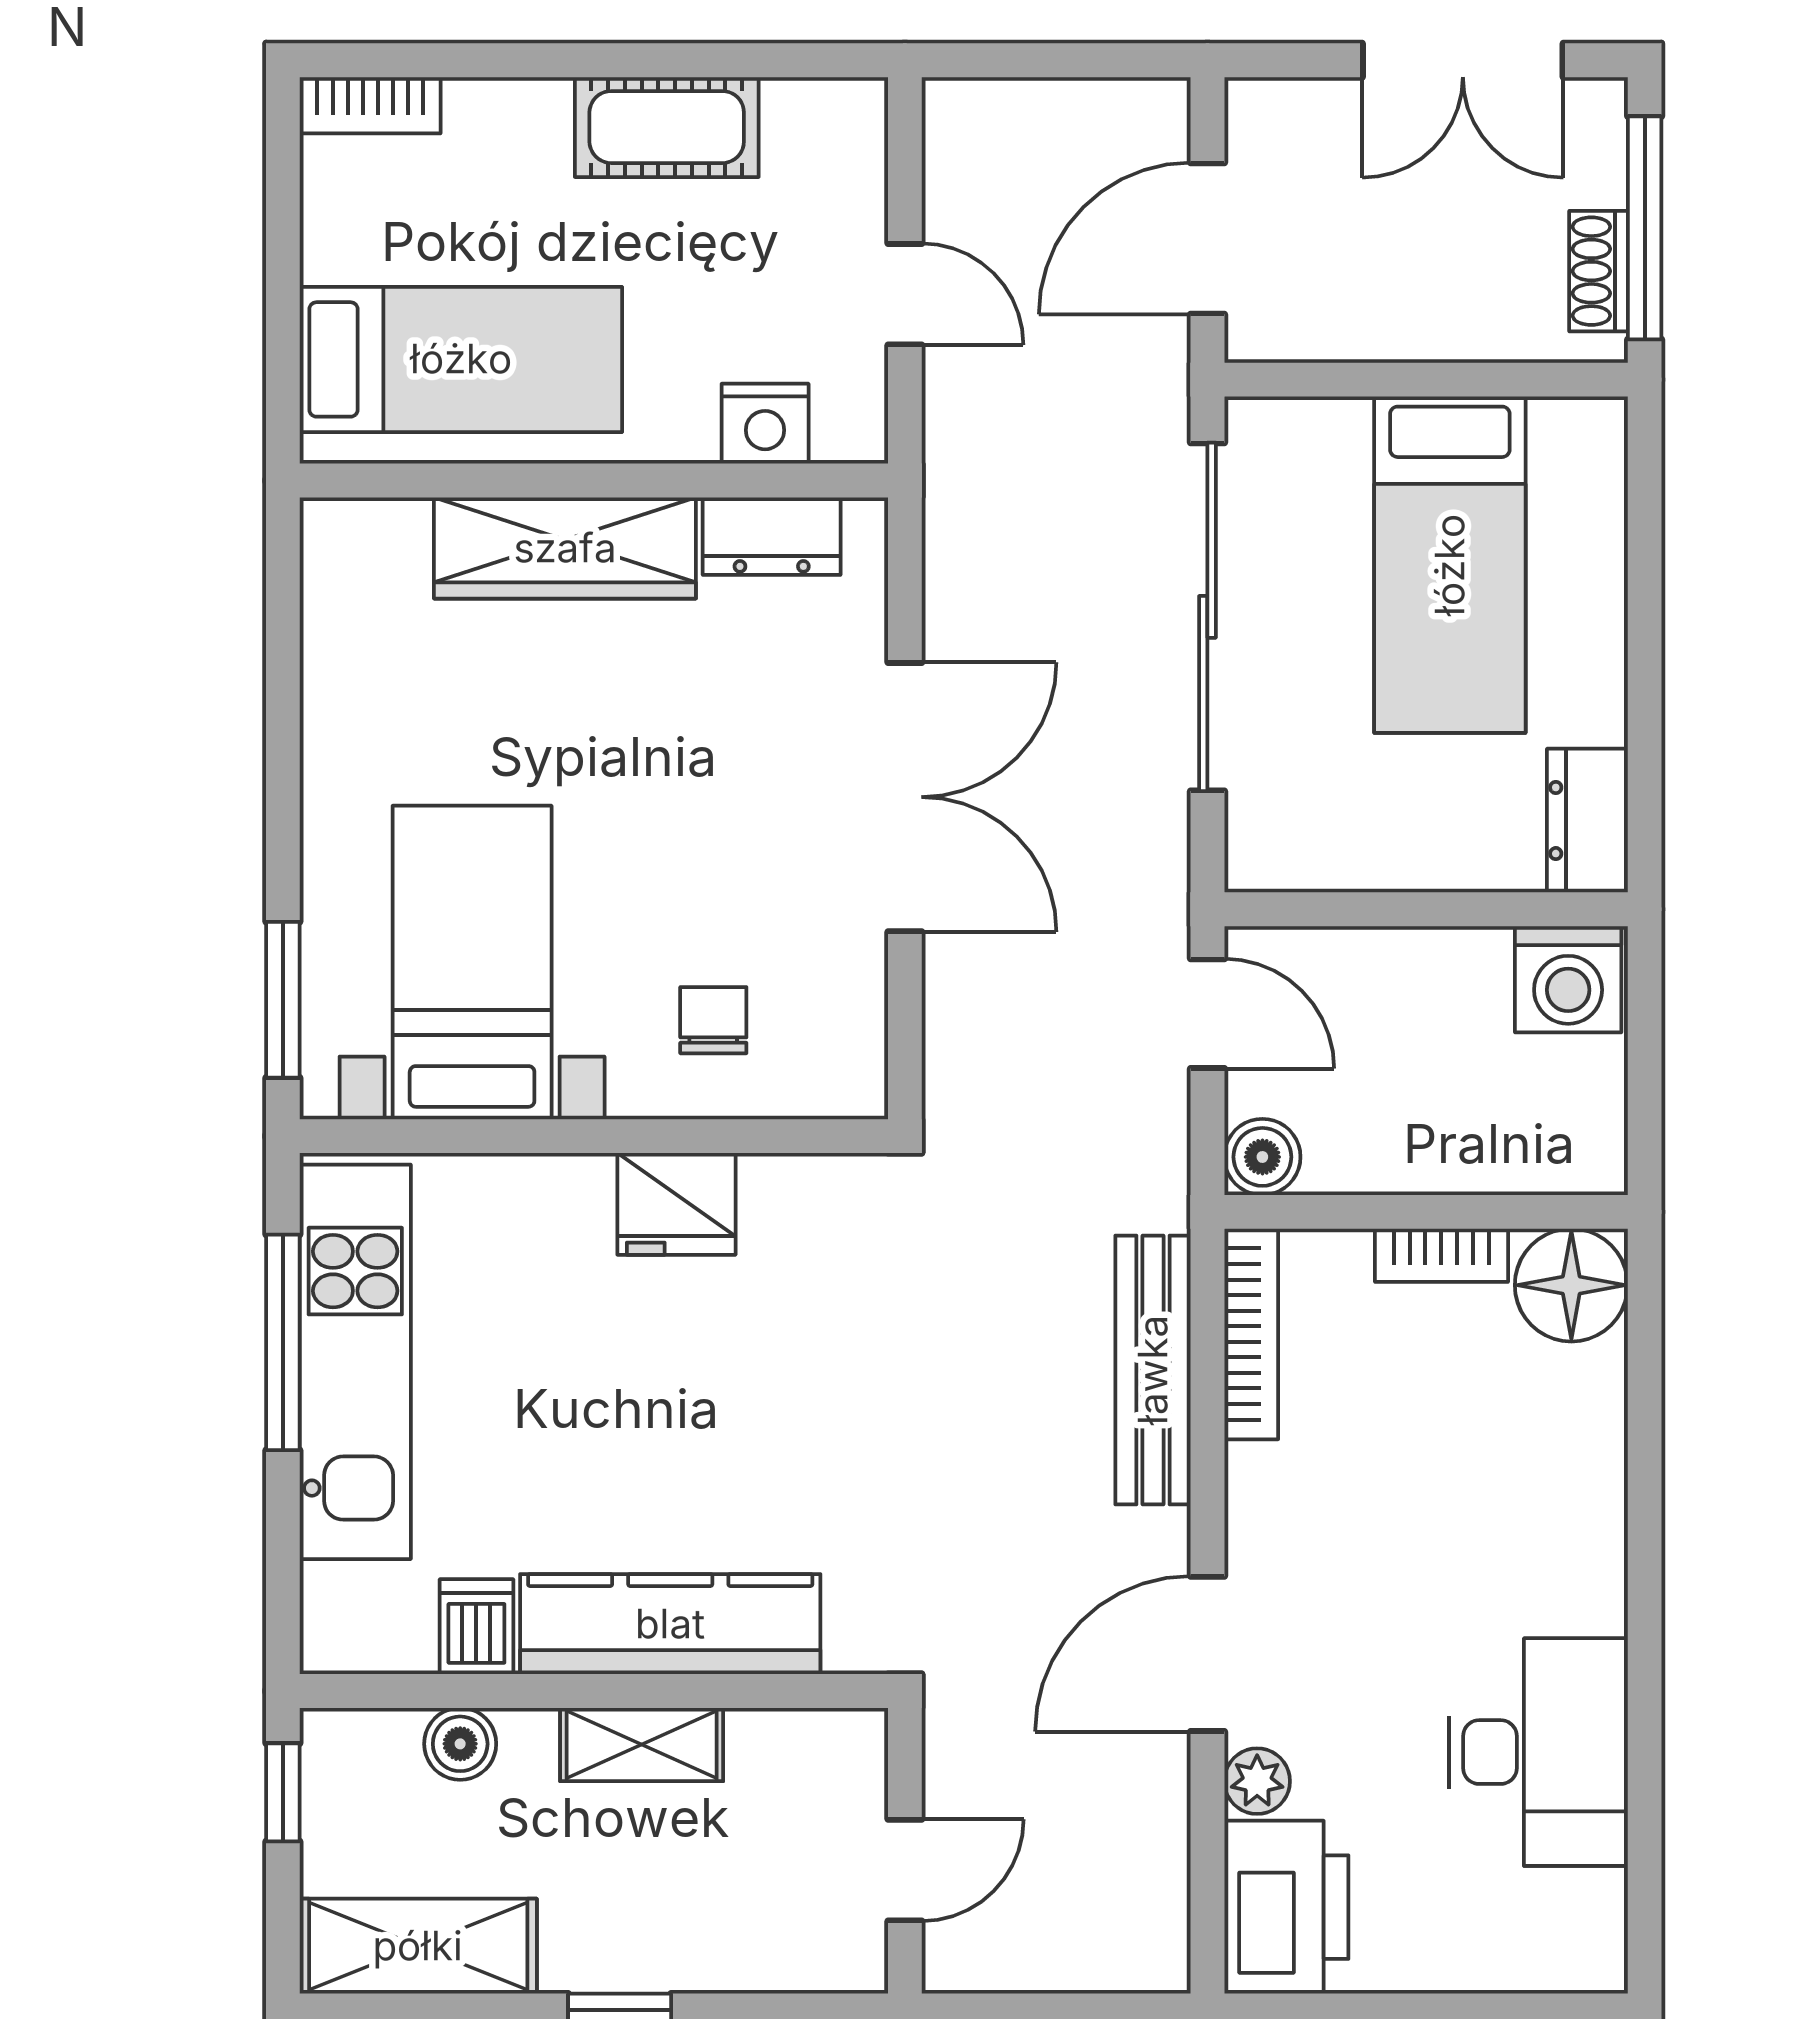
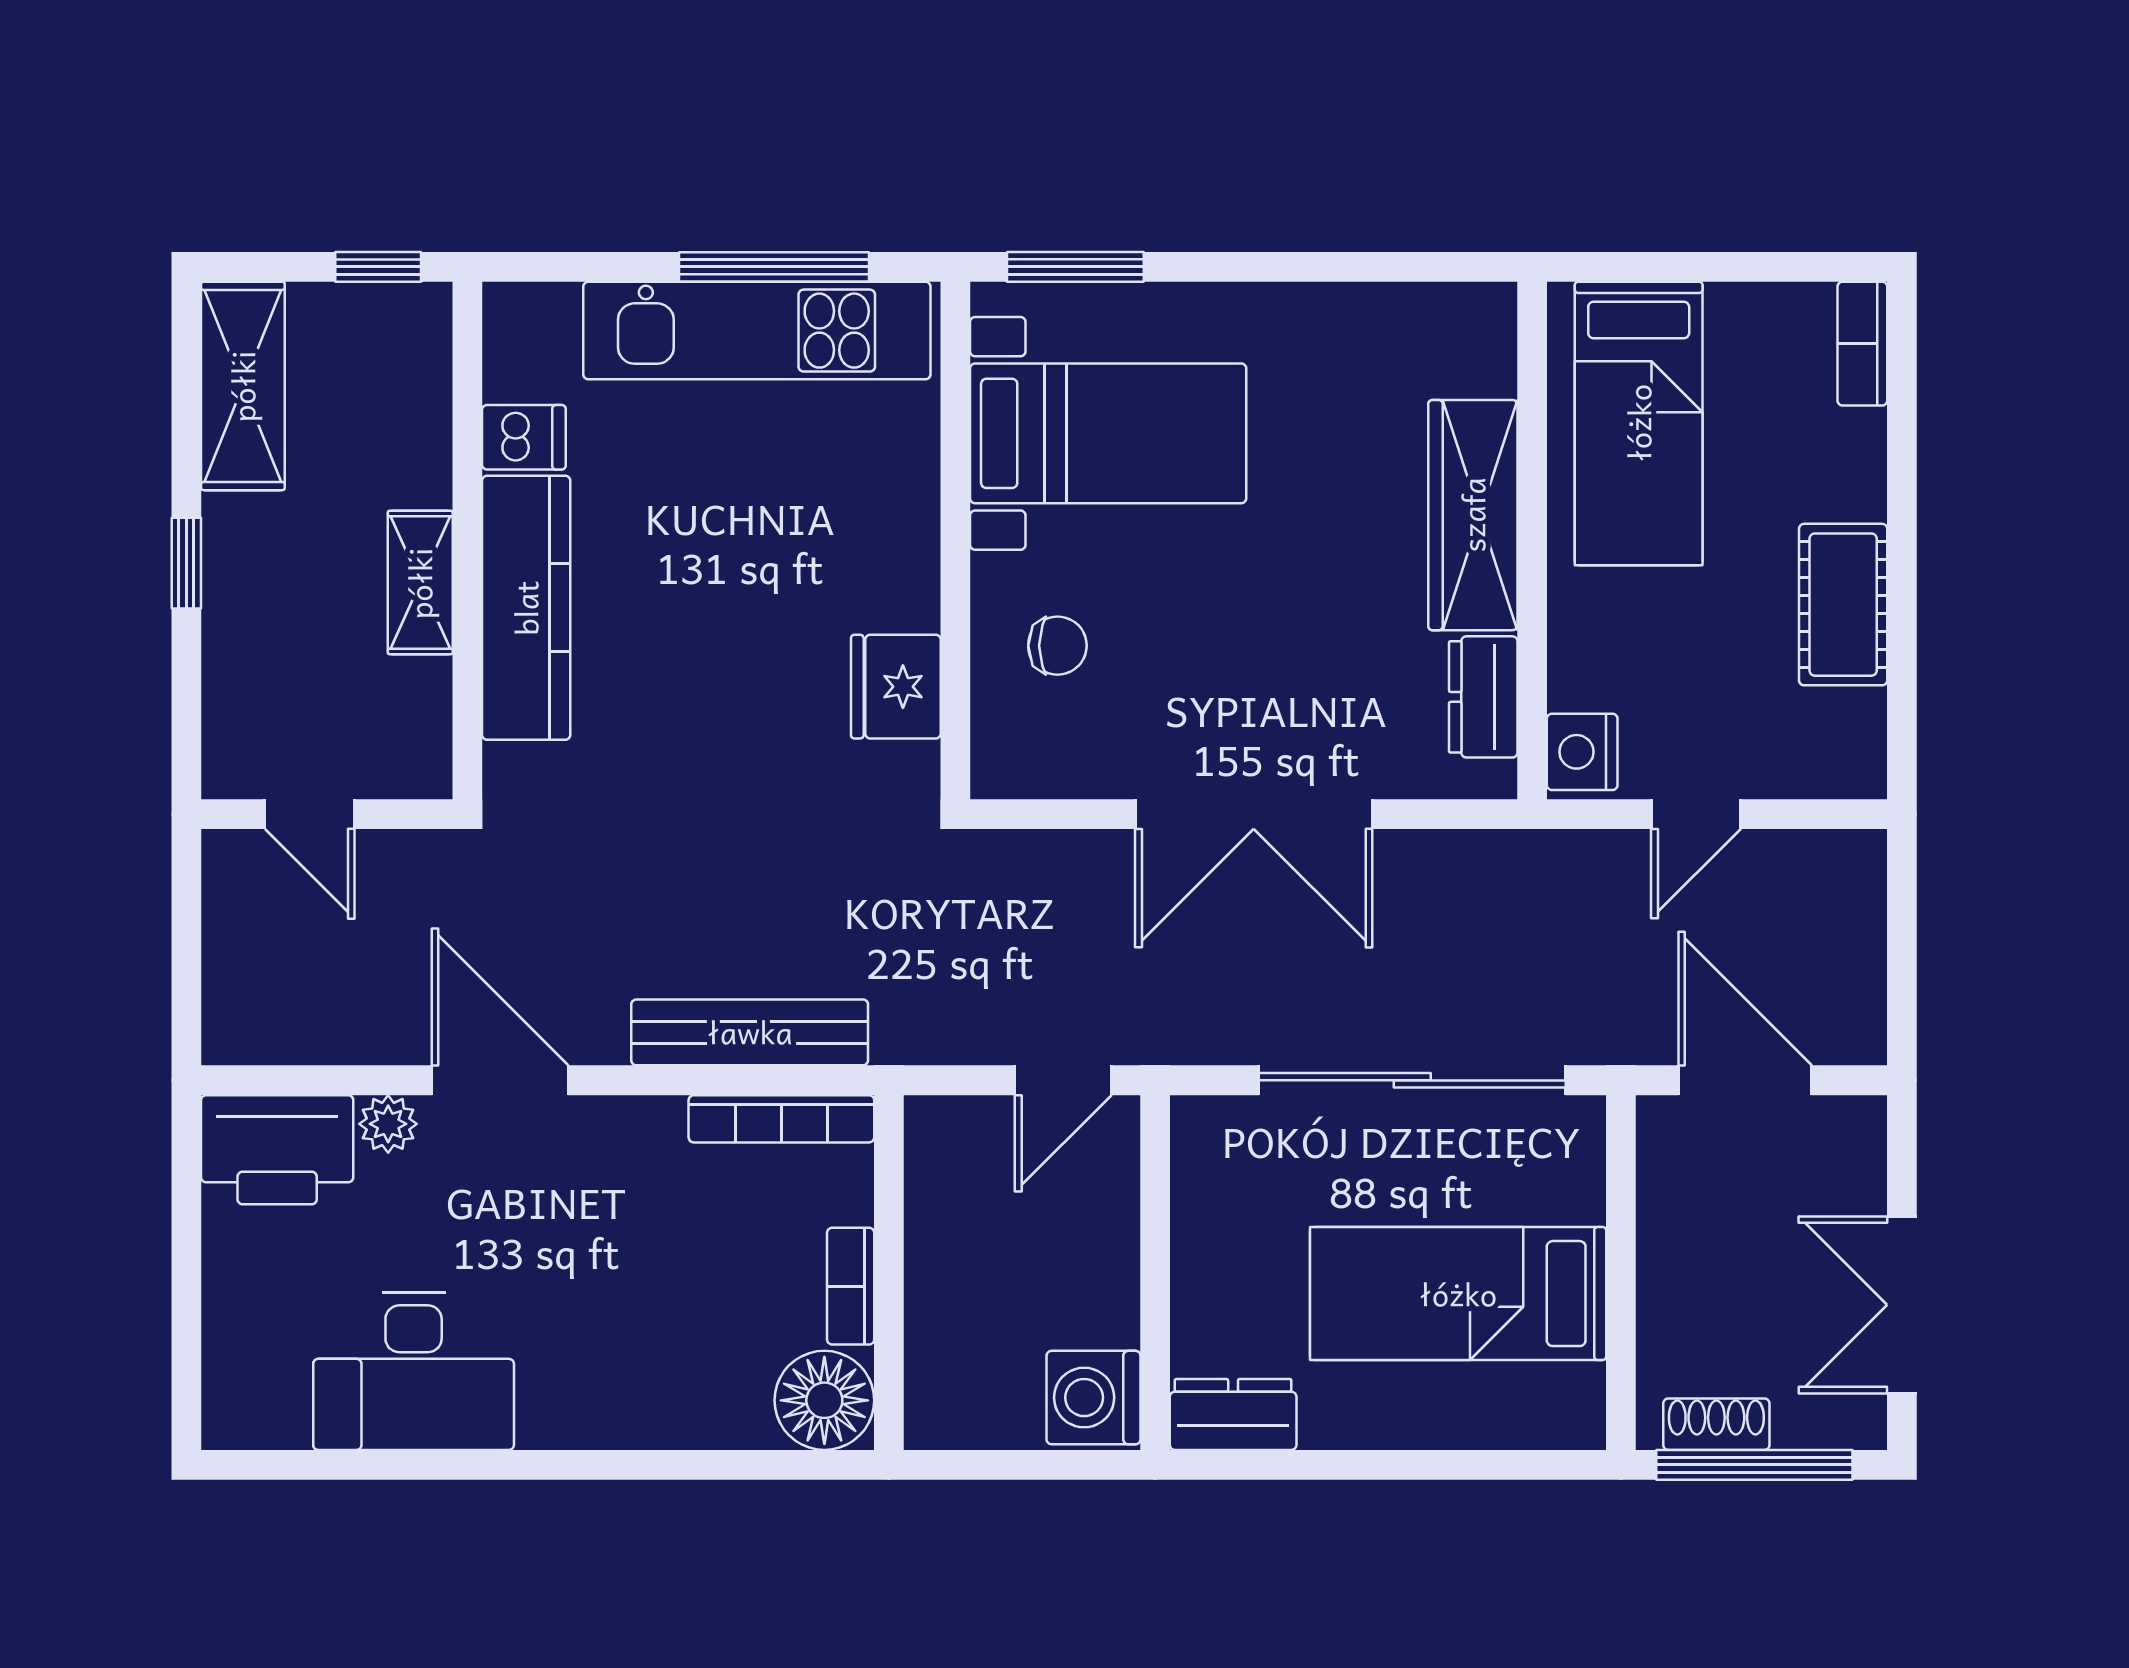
nightstand: (765, 424) -> (1582, 752), moved
boiler: (1262, 1157) -> (937, 1129), removed
fridge: (676, 1204) -> (896, 687), moved
boiler: (460, 1744) -> (421, 423), removed

